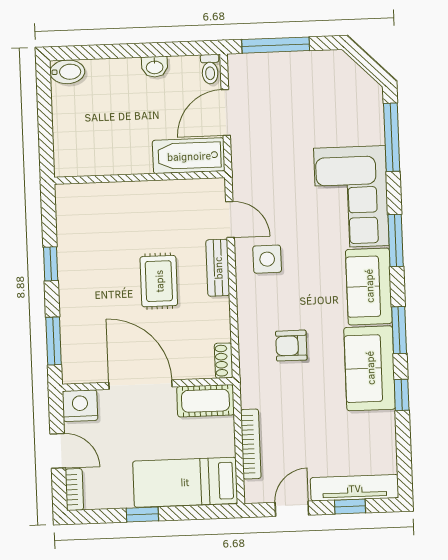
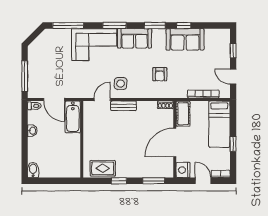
rug: (159, 281) -> (103, 168), moved
sofa: (370, 368) -> (185, 39), moved
door: (58, 451) -> (203, 181), hinge flipped
tv unit: (355, 488) -> (225, 48), removed

